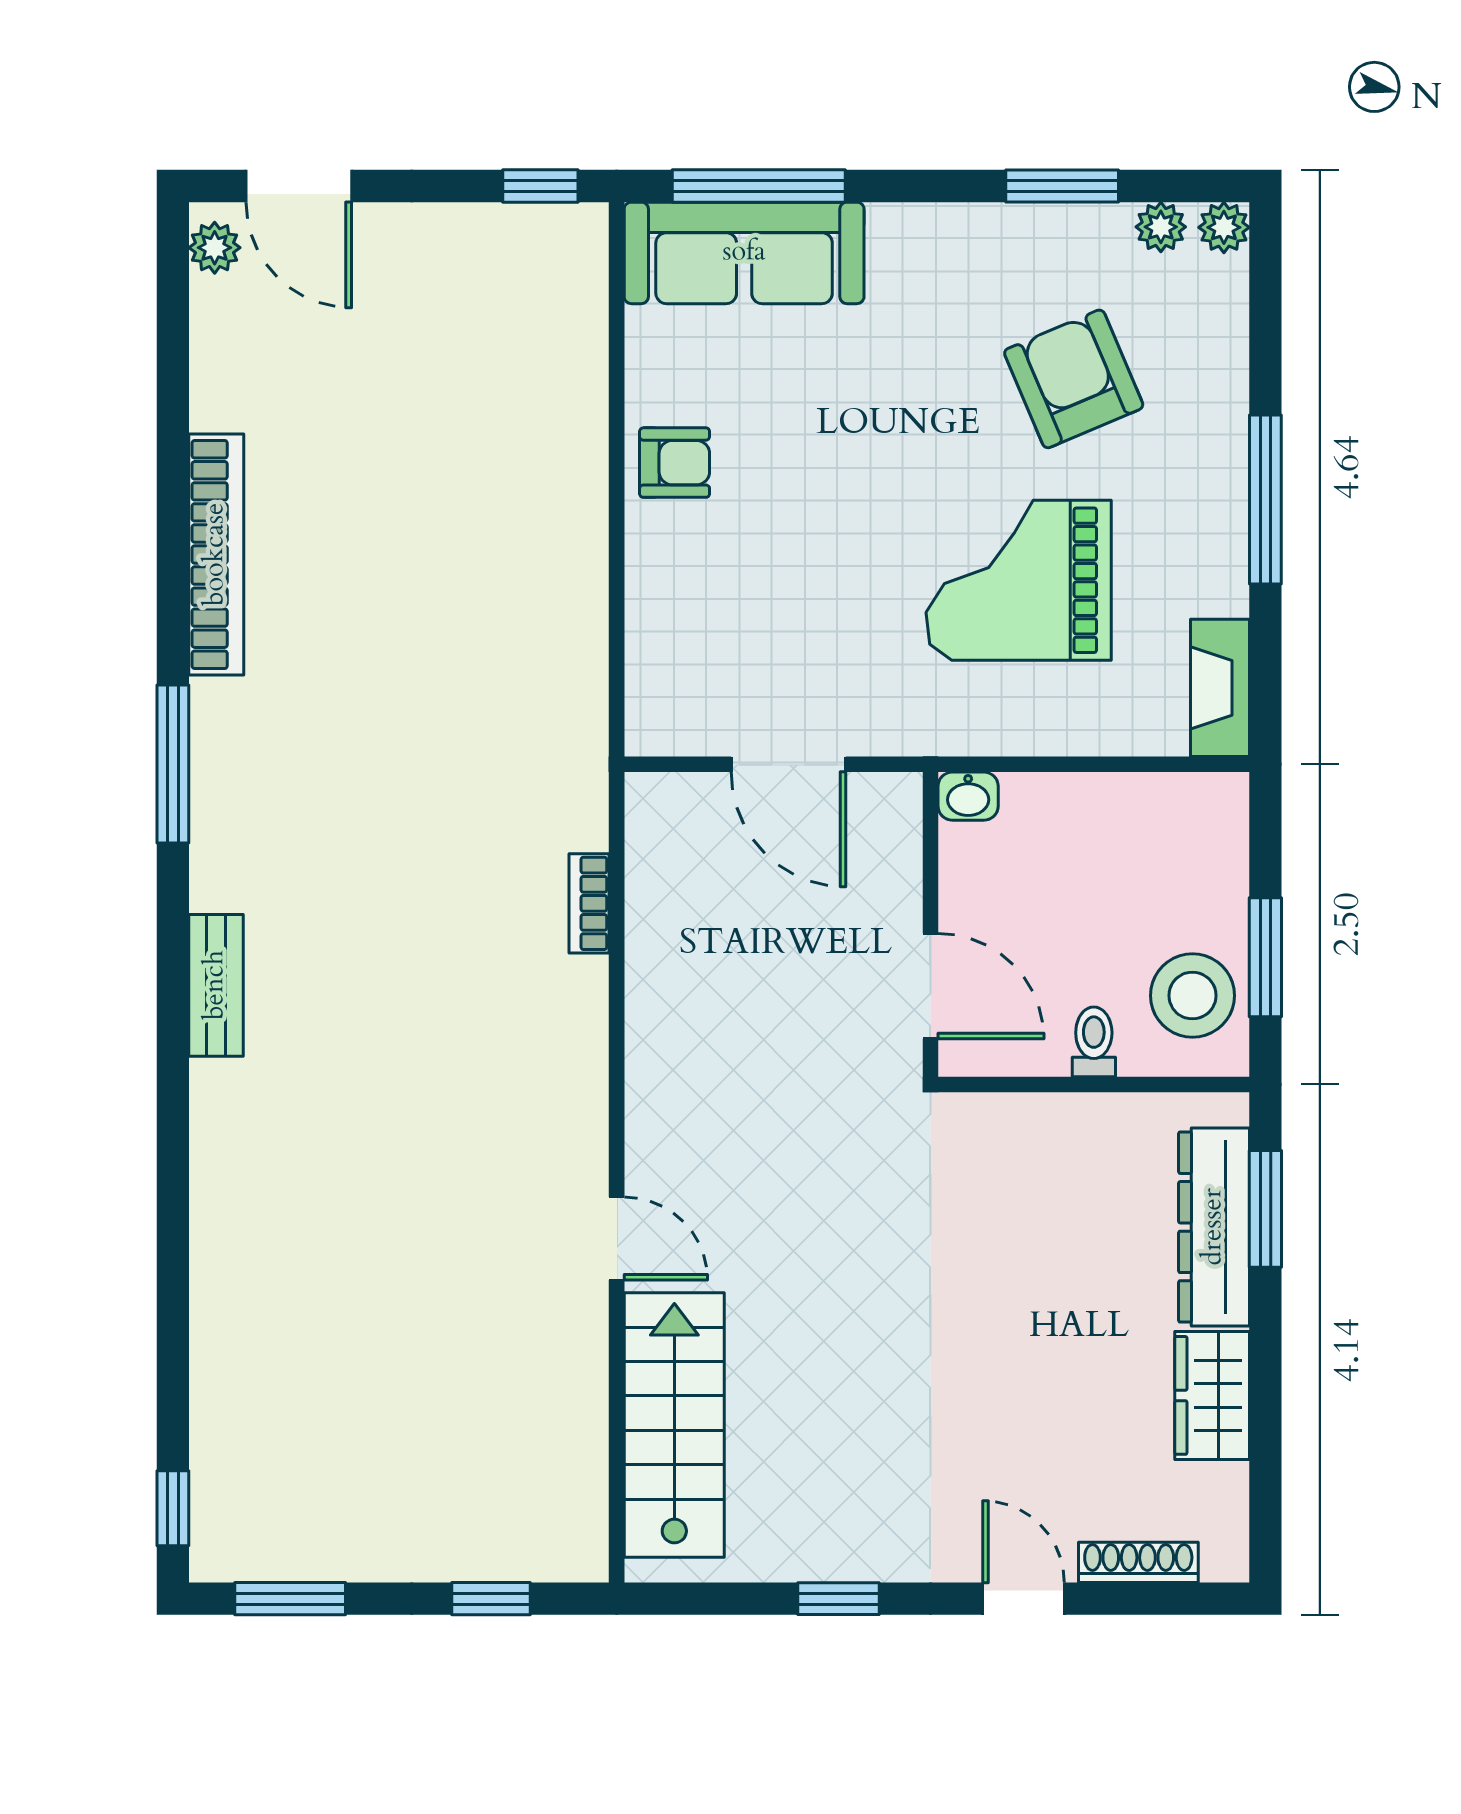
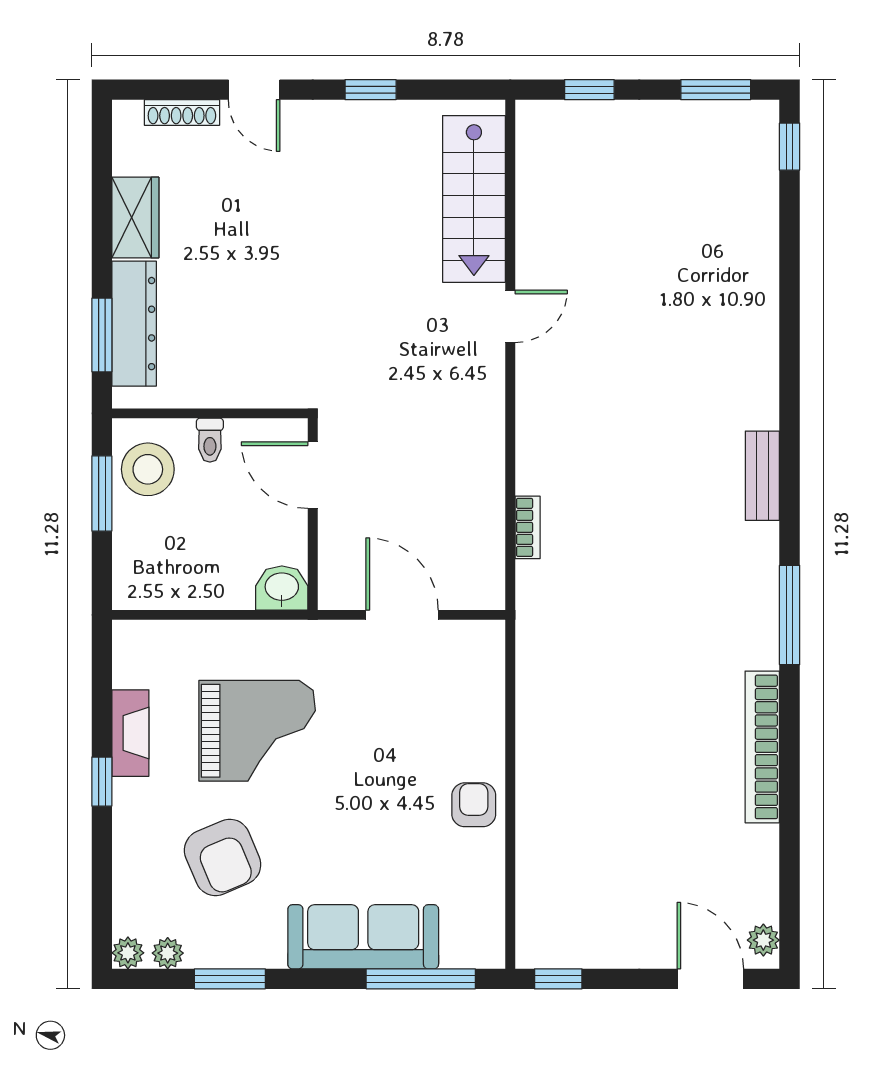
sofa: (744, 253) -> (363, 937), moved
armchair: (675, 463) -> (474, 805), turned 90
window: (1265, 499) -> (102, 782), width x0.46
fireplace: (1220, 688) -> (130, 733), moved
washbasin: (968, 796) -> (282, 588), width x1.38, depth x1.45
door: (617, 1239) -> (510, 316), swing flipped

